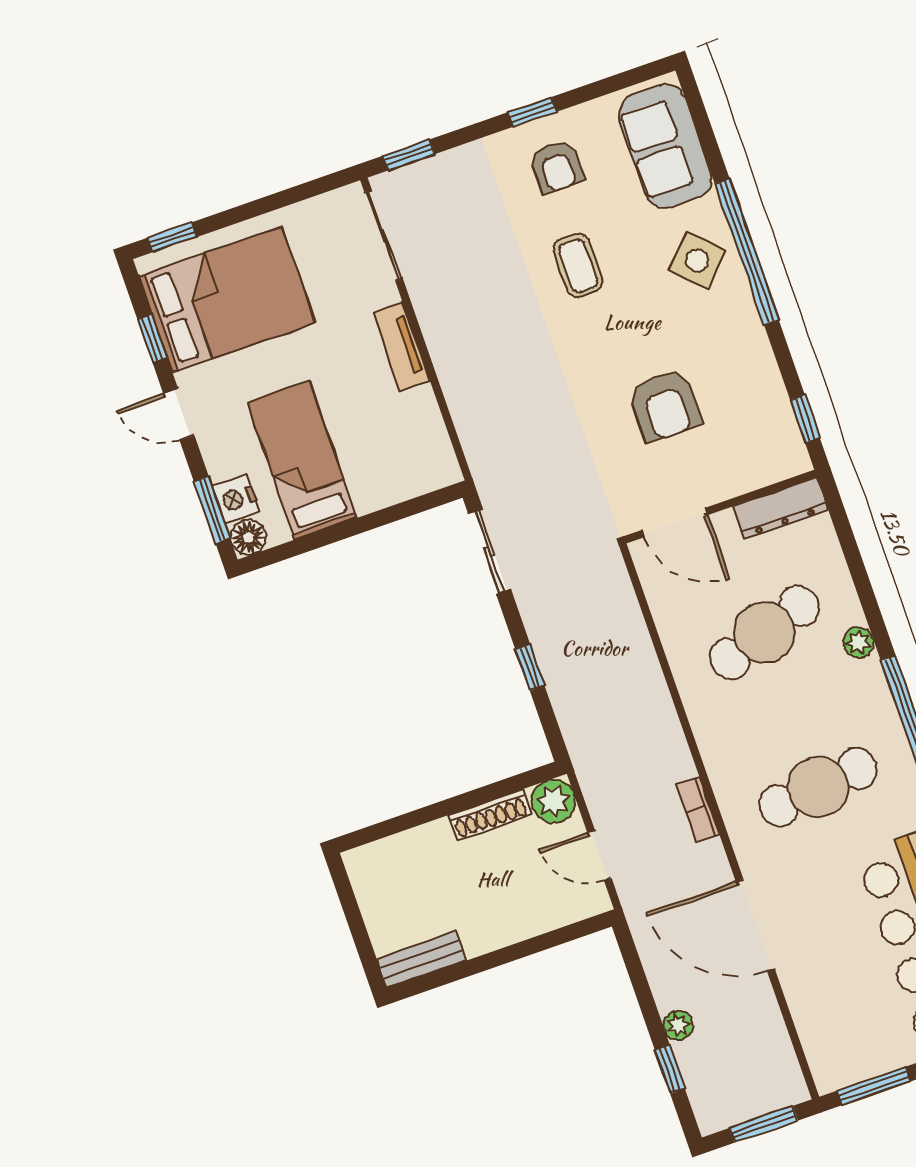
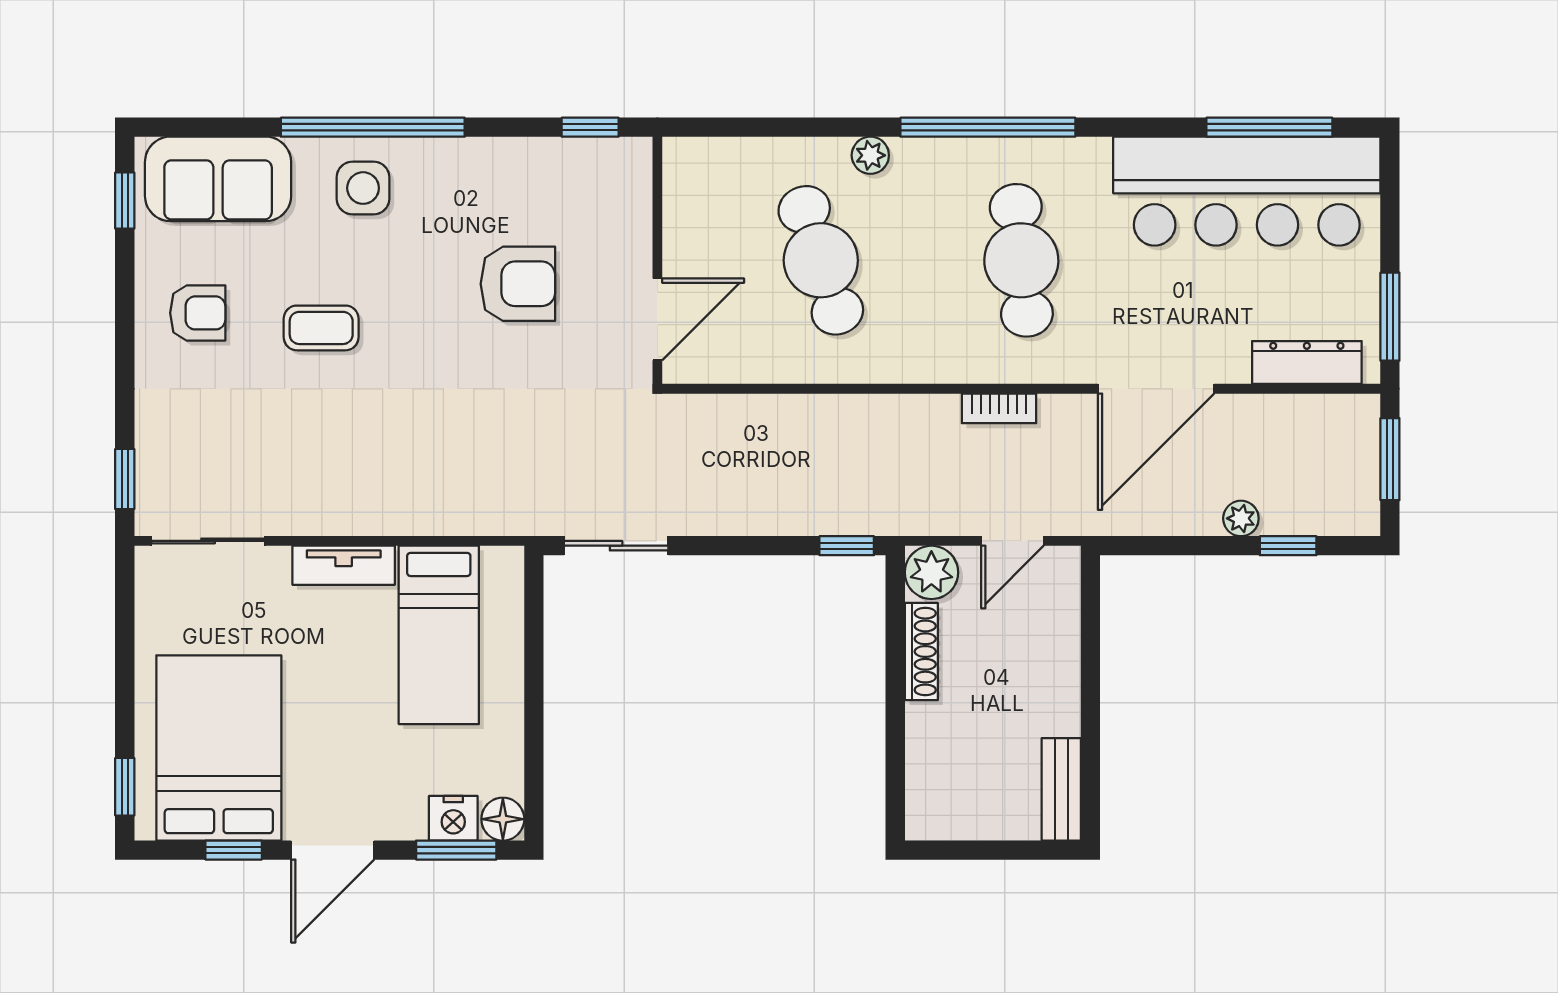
window: (532, 112) -> (125, 201), moved
side table: (697, 260) -> (363, 188), turned 45
door: (179, 415) -> (333, 850), width x1.38
bed: (302, 460) -> (439, 635), moved, turned -90
dresser: (780, 508) -> (1307, 363), moved, turned -90
window: (530, 667) -> (847, 546), moved

